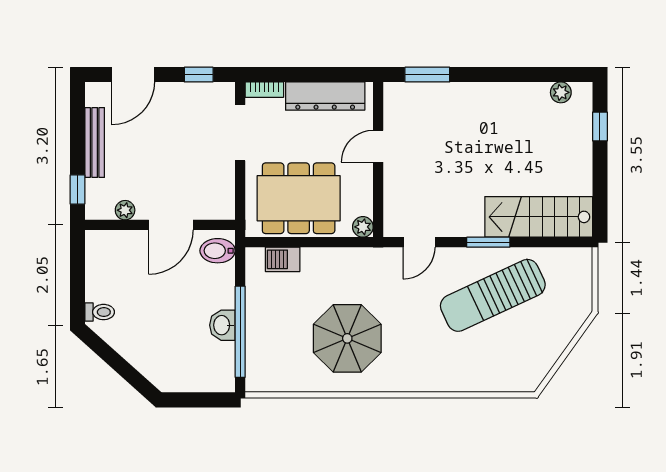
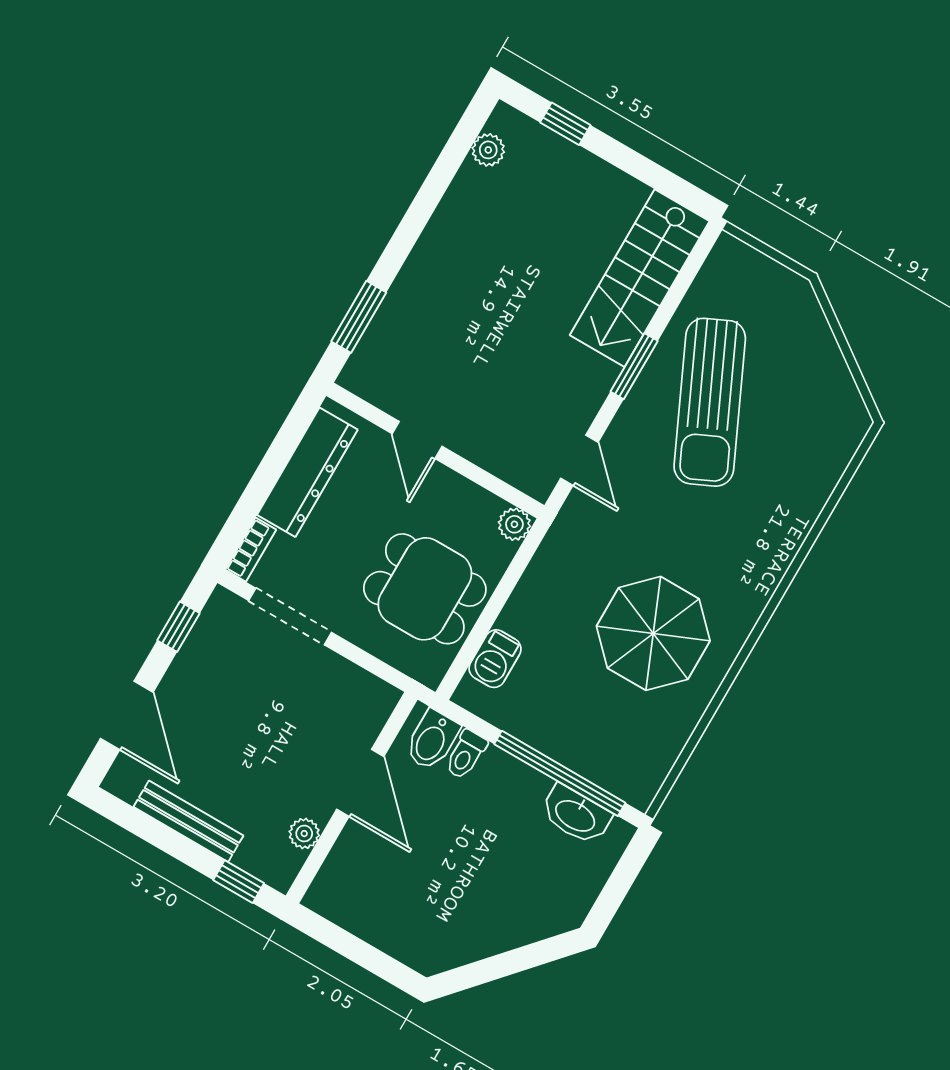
dining table: (299, 198) -> (425, 589), width x0.73
toilet: (100, 312) -> (466, 754), moved, turned 180
washbasin: (222, 325) -> (576, 815), moved, width x1.38

